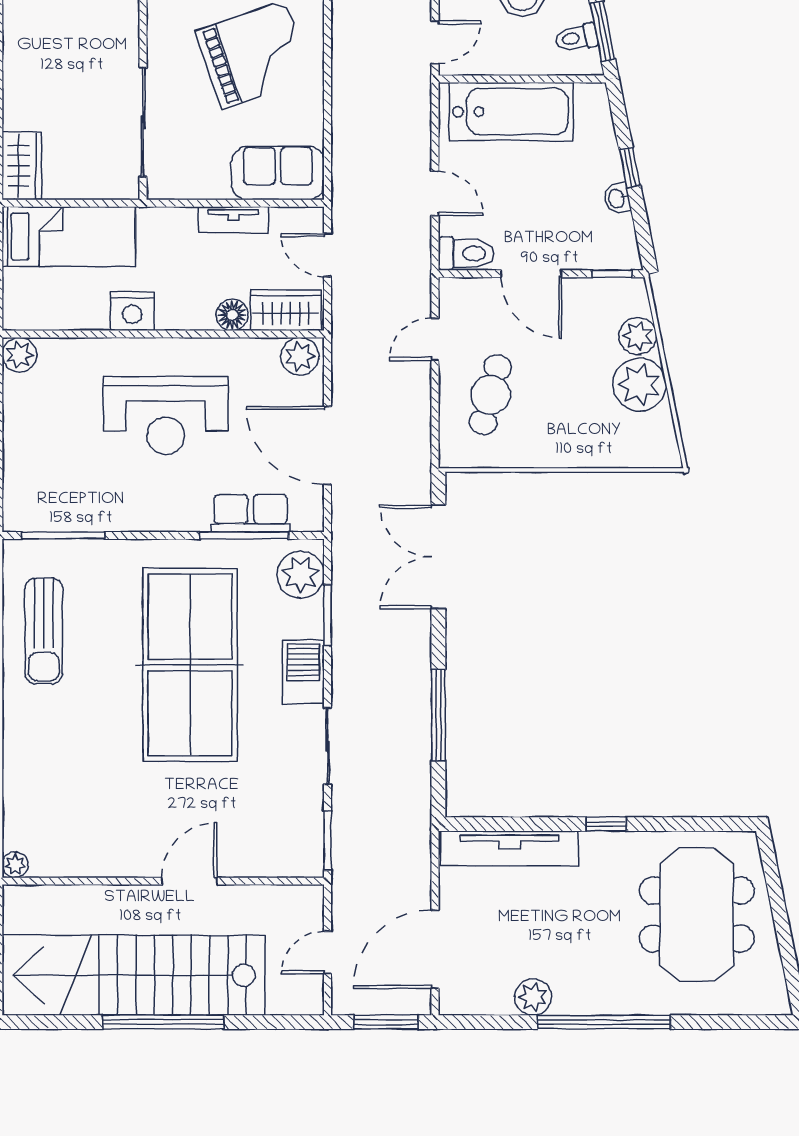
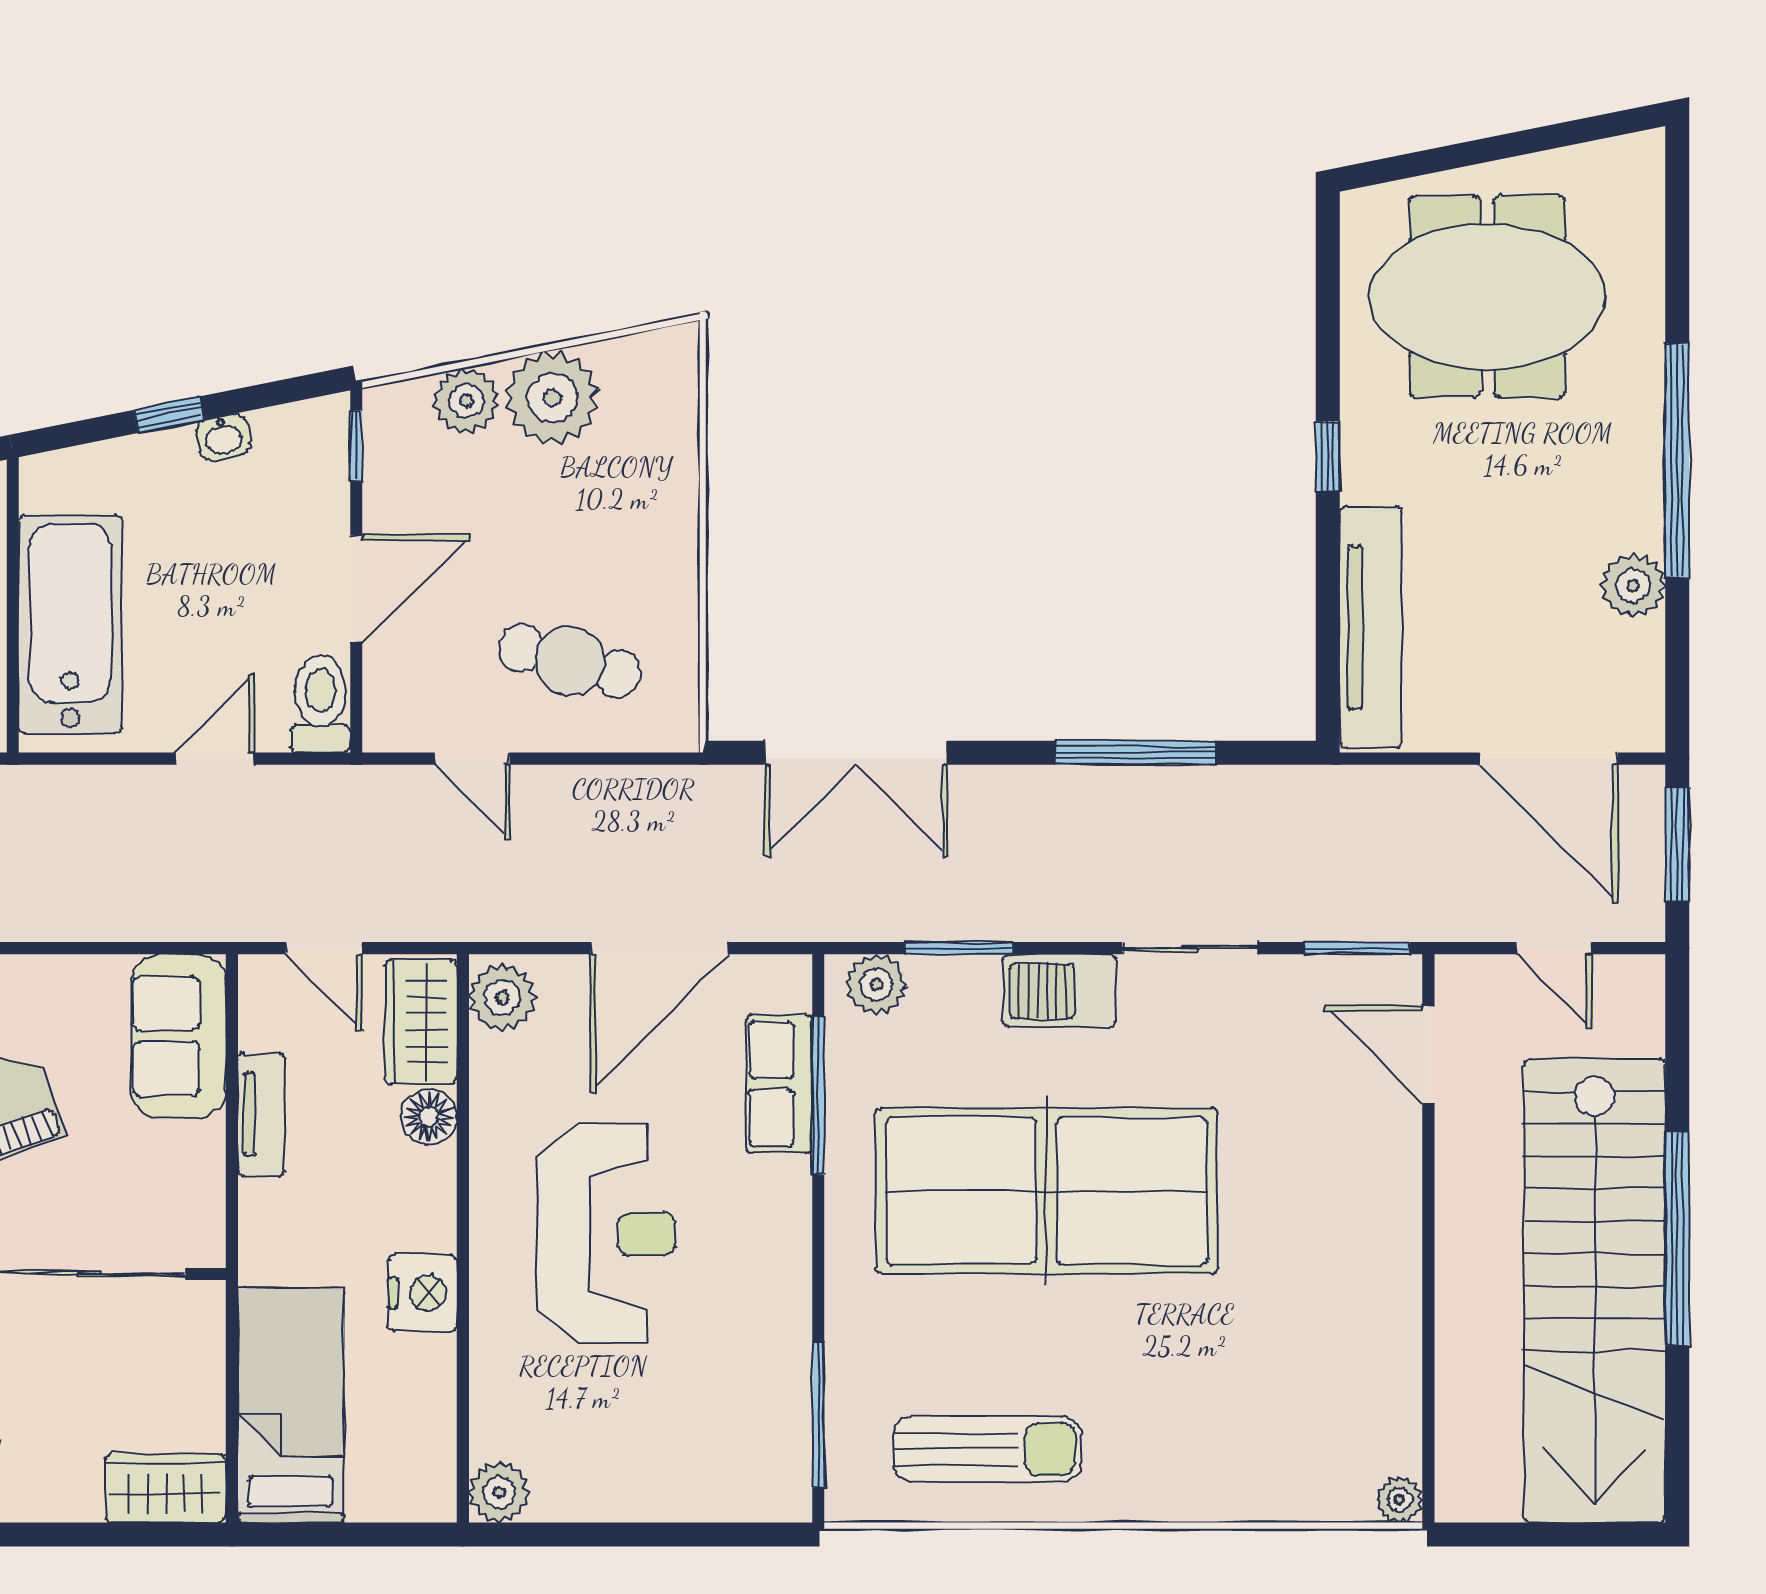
door: (328, 255) -> (324, 948), hinge flipped
plant: (301, 575) -> (876, 985), width x0.73, depth x0.73
door: (189, 881) -> (1428, 1054), moved

